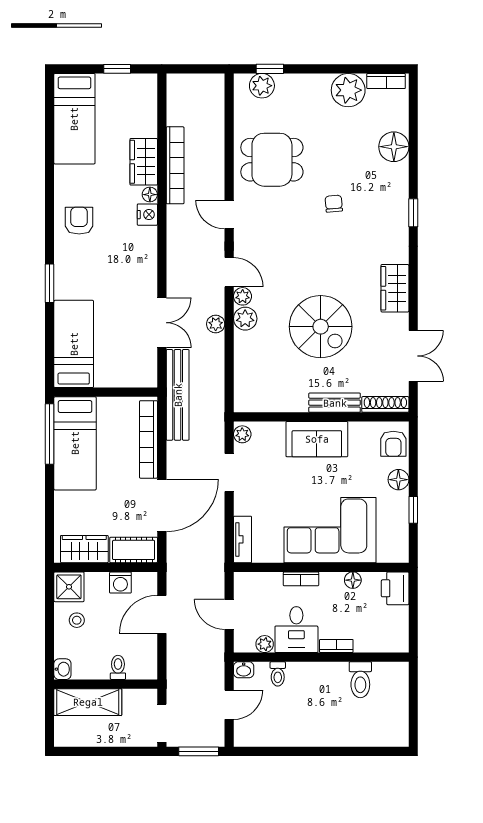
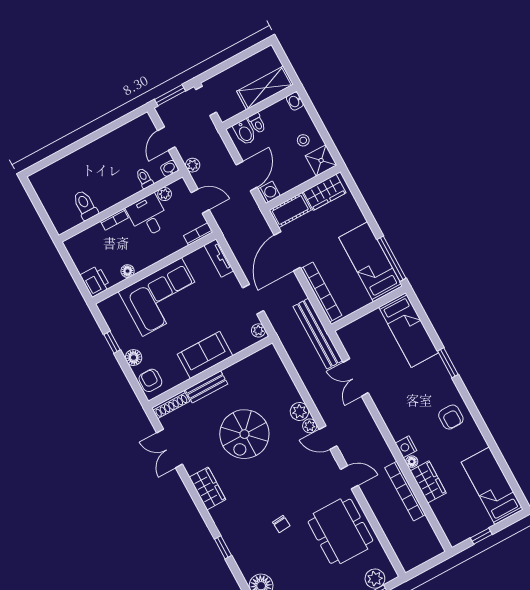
dining table: (272, 160) -> (340, 531), width x1.38
plant: (216, 324) -> (193, 165), moved
spiral stairs: (321, 327) -> (244, 434), turned -90
bookcase: (301, 579) -> (198, 234), moved
washing machine: (120, 583) -> (269, 192), moved, turned 90
bidet: (138, 665) -> (245, 132), added

